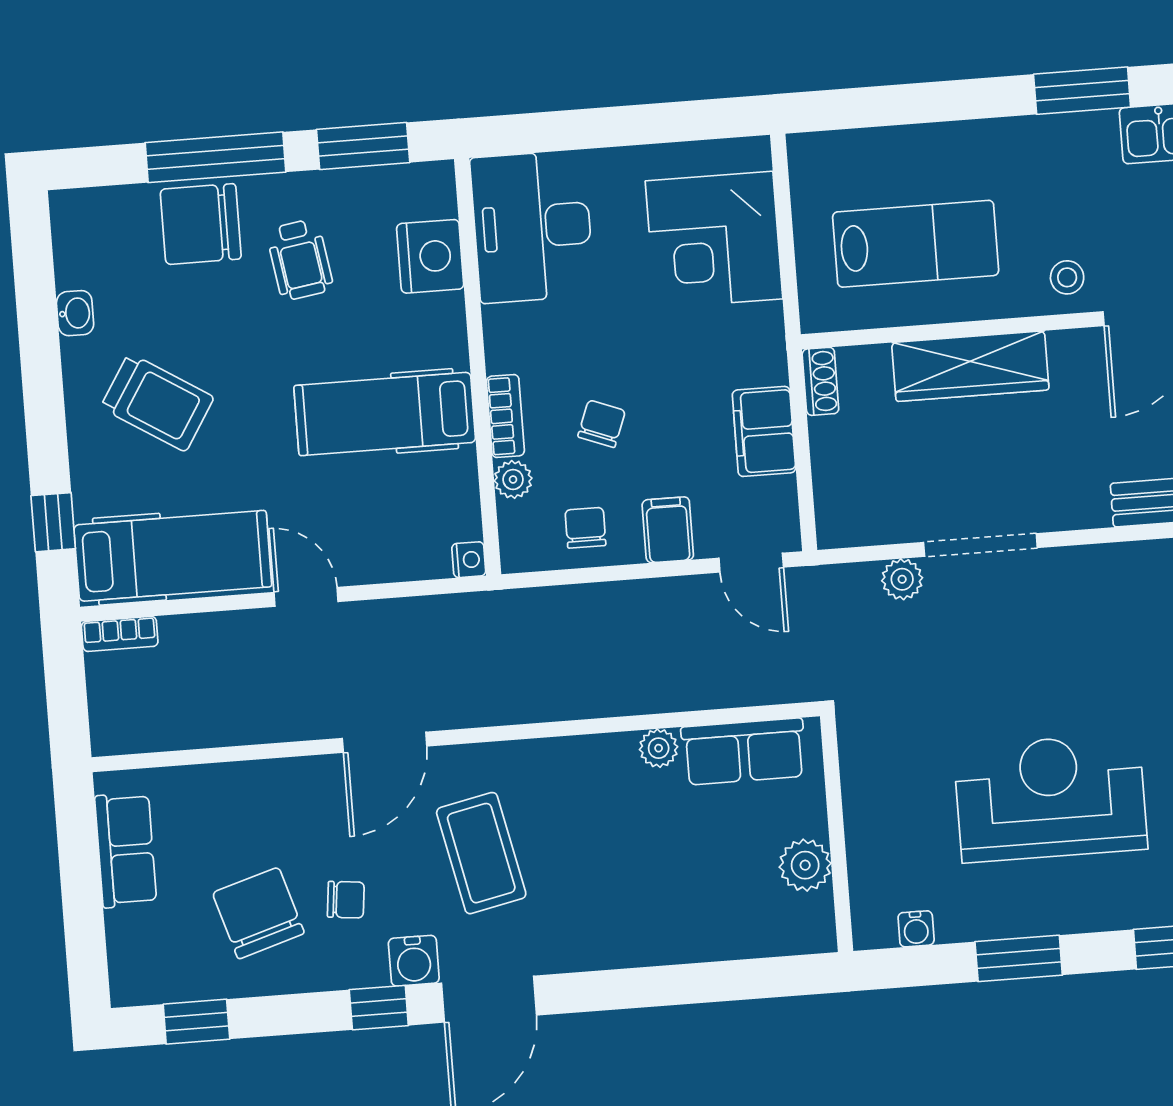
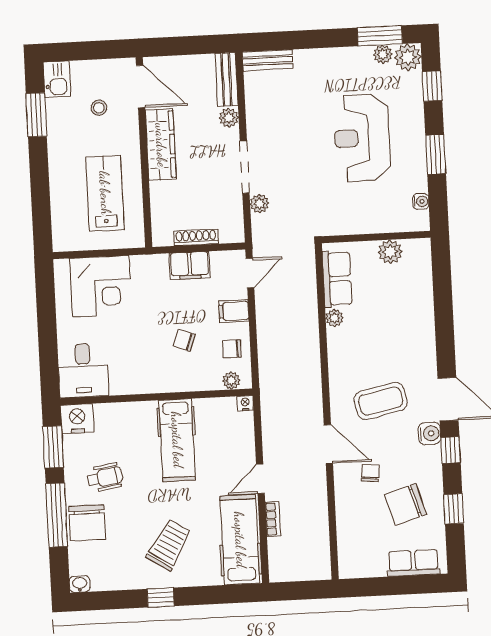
desk: (532, 227) -> (83, 370), width x0.73
nightstand: (430, 256) -> (77, 419), moved
stool: (1067, 277) -> (99, 108), moved
washbasin: (75, 313) -> (80, 584), moved
wardrobe: (970, 366) -> (161, 145), moved
shoe rack: (820, 381) -> (196, 237), moved, width x1.43
bookcase: (505, 416) -> (179, 385), removed
plant: (513, 479) -> (231, 381), moved
plant: (1087, 508) -> (229, 118), added
window: (53, 522) -> (161, 597), moved
bookcase: (120, 634) -> (273, 519), moved
row of seats: (126, 850) -> (413, 563), moved
chair: (346, 900) -> (370, 473), moved
window: (196, 1022) -> (454, 509), moved

